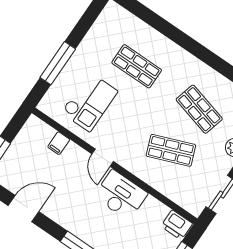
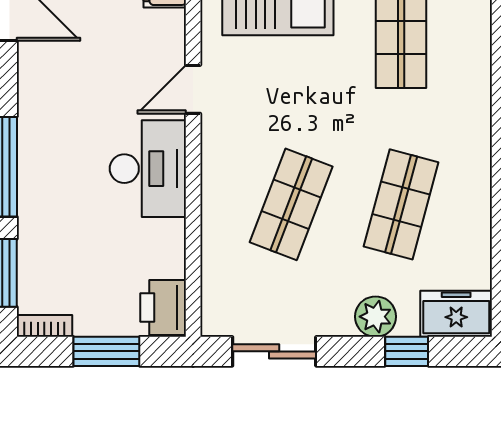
shop shelf: (171, 150) -> (291, 204), turned 42

